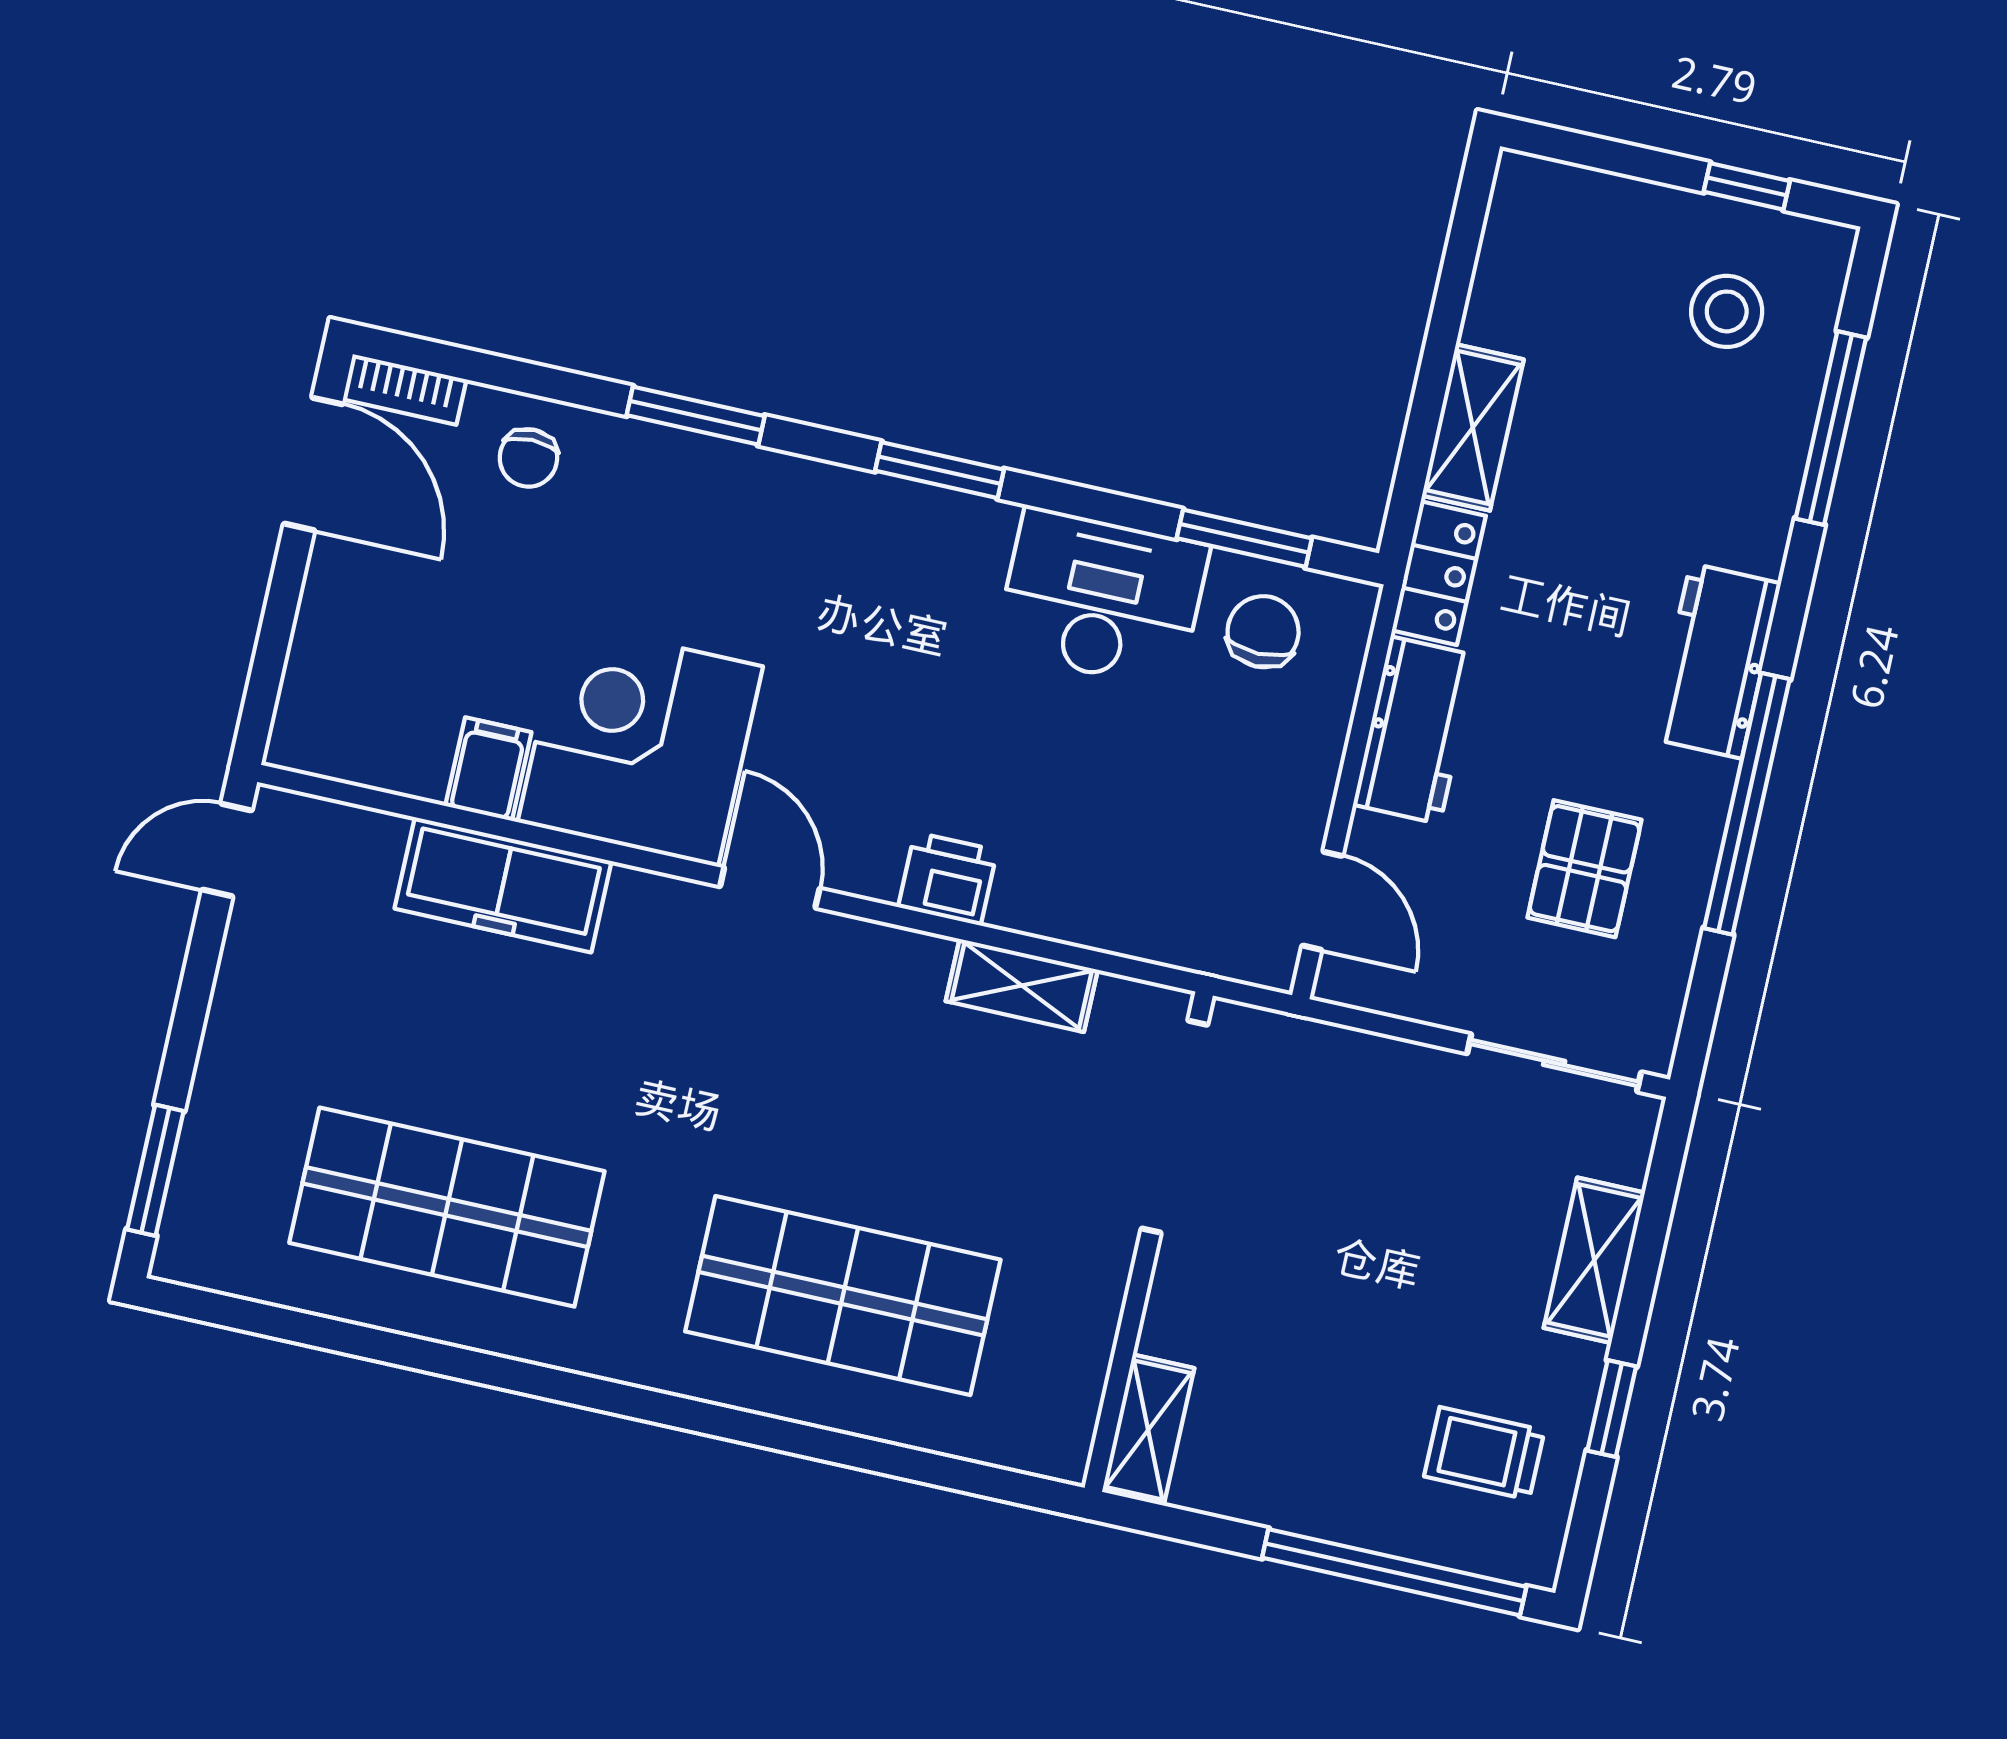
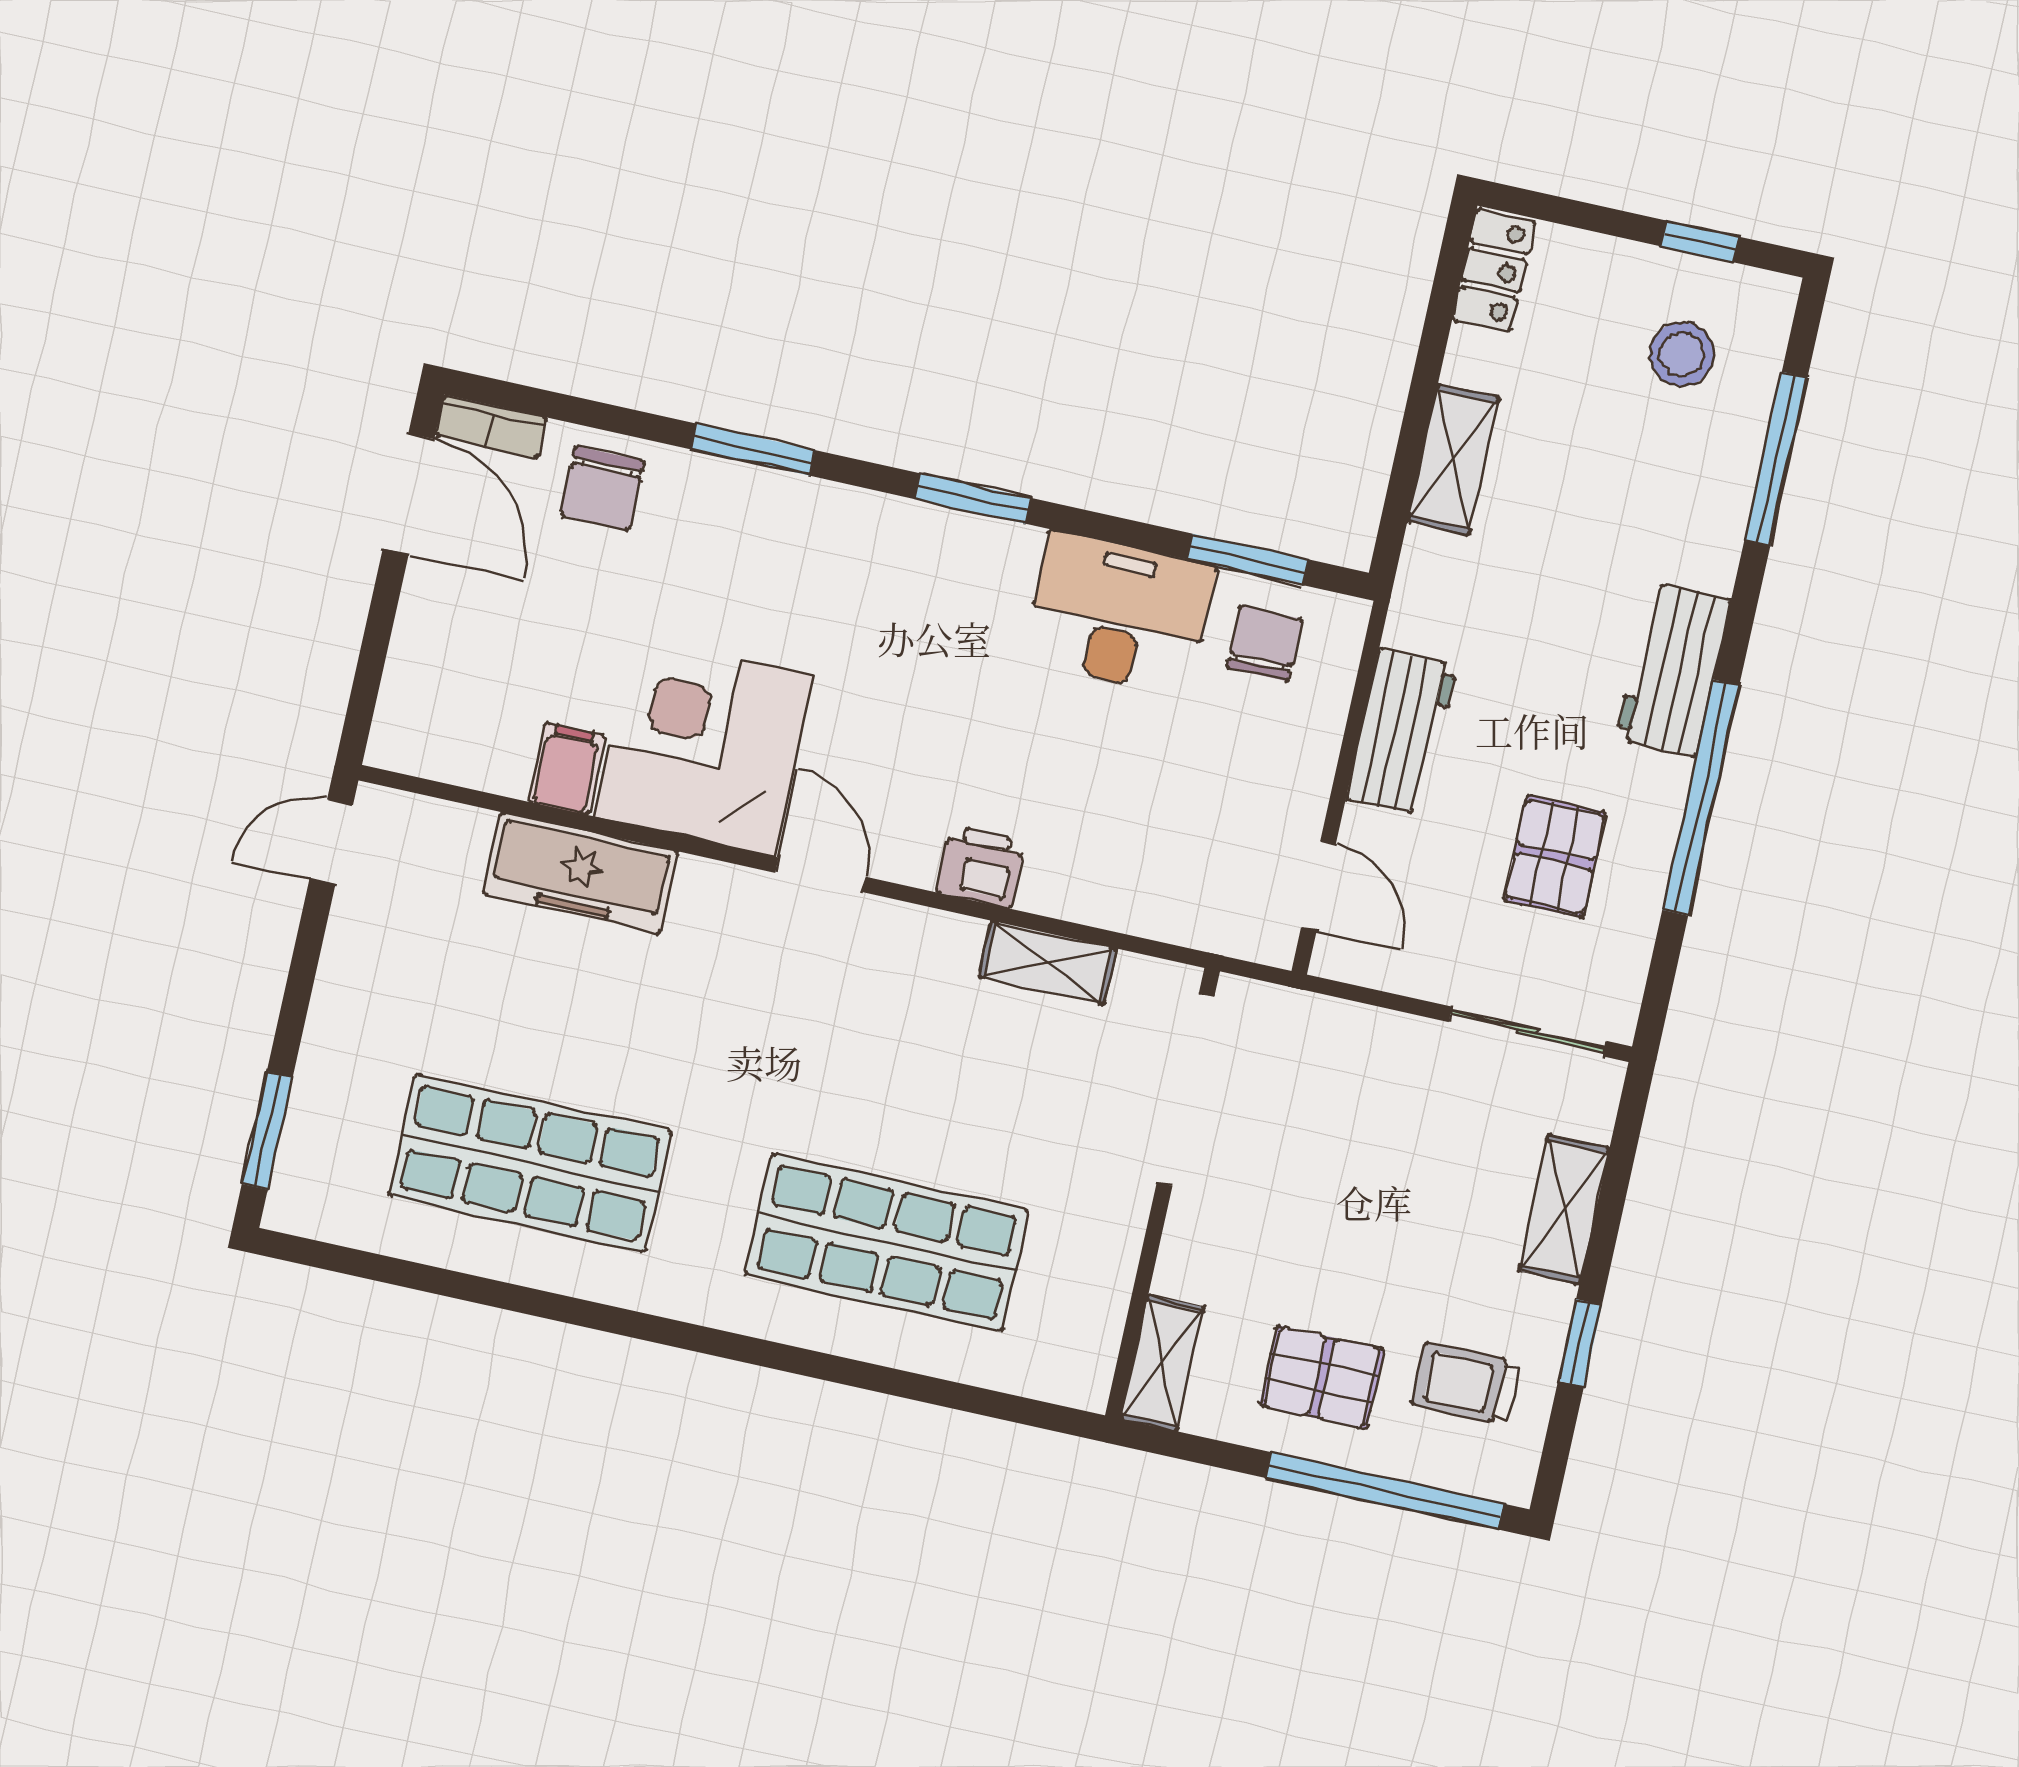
chair: (528, 458) -> (602, 488), width x1.37, depth x1.37
locker: (1439, 573) -> (1494, 270), moved
pallet: (1325, 1446) -> (1322, 1377), added

